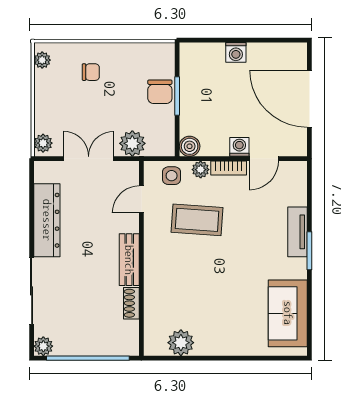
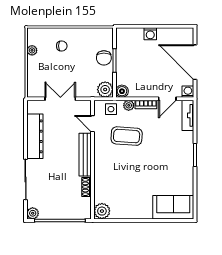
plant: (42, 60) -> (32, 50), moved
plant: (43, 143) -> (33, 89), removed
plant: (132, 143) -> (105, 90), moved
washing machine: (239, 147) -> (188, 92), moved
door: (141, 199) -> (93, 124), hinge flipped
tv unit: (297, 232) -> (188, 115), moved
bench: (129, 260) -> (85, 155), width x1.36
sofa: (288, 313) -> (173, 207), moved, turned 90
plant: (181, 343) -> (102, 211), moved

